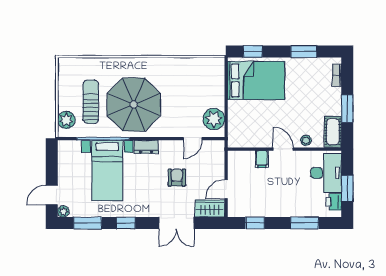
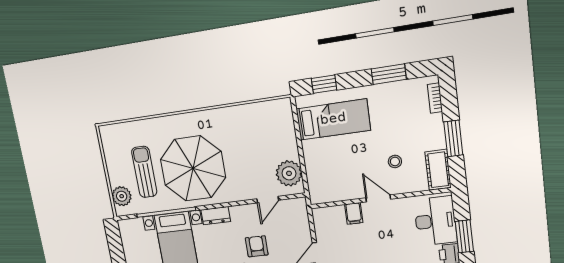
bed: (256, 80) -> (333, 119), width x0.67
stool: (306, 140) -> (395, 161), moved

